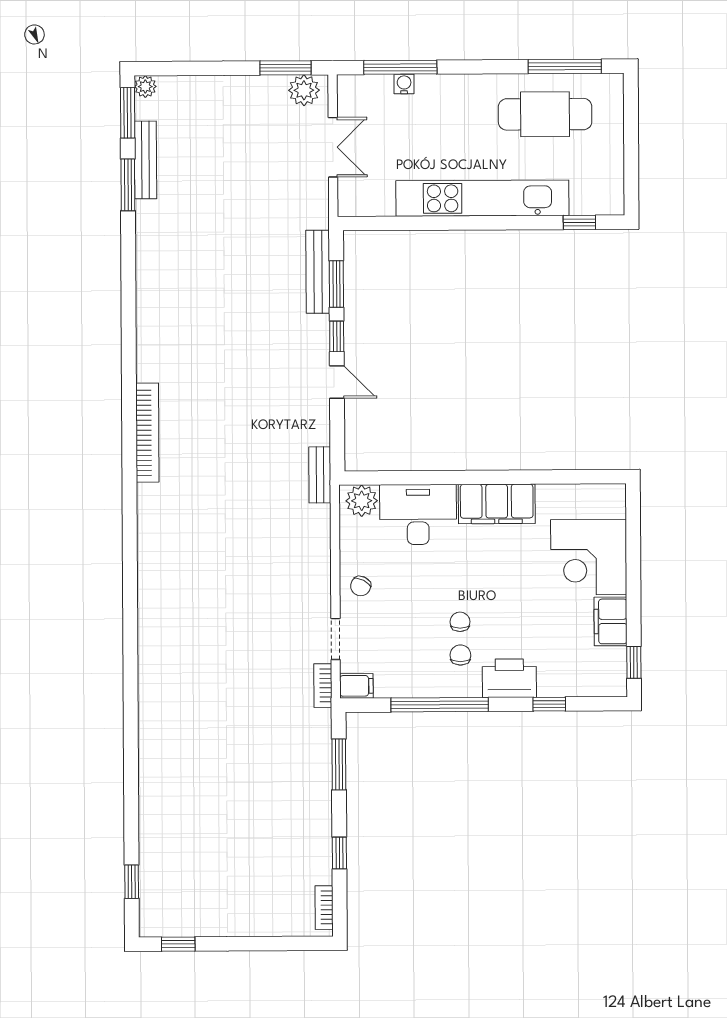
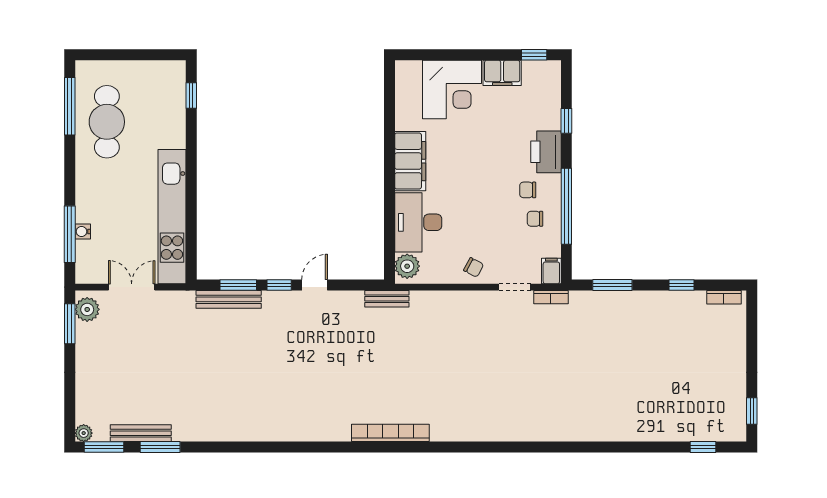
kitchen unit: (482, 198) -> (172, 217), moved
bookcase: (147, 433) -> (390, 433), moved
chair: (460, 622) -> (535, 219), moved

